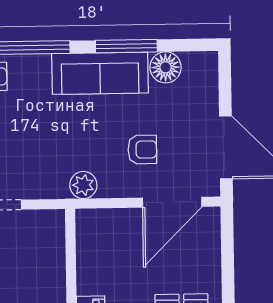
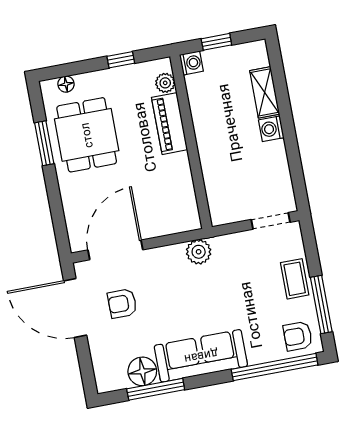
window: (126, 46) -> (156, 389), moved
armchair: (142, 150) -> (122, 303), moved

